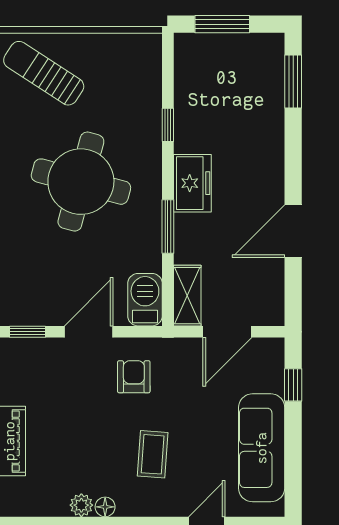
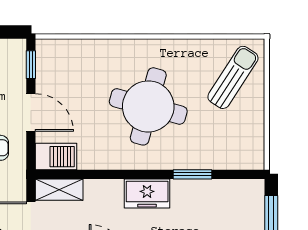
window: (168, 125) -> (193, 174), width x1.50
window: (168, 226) -> (113, 174), removed

